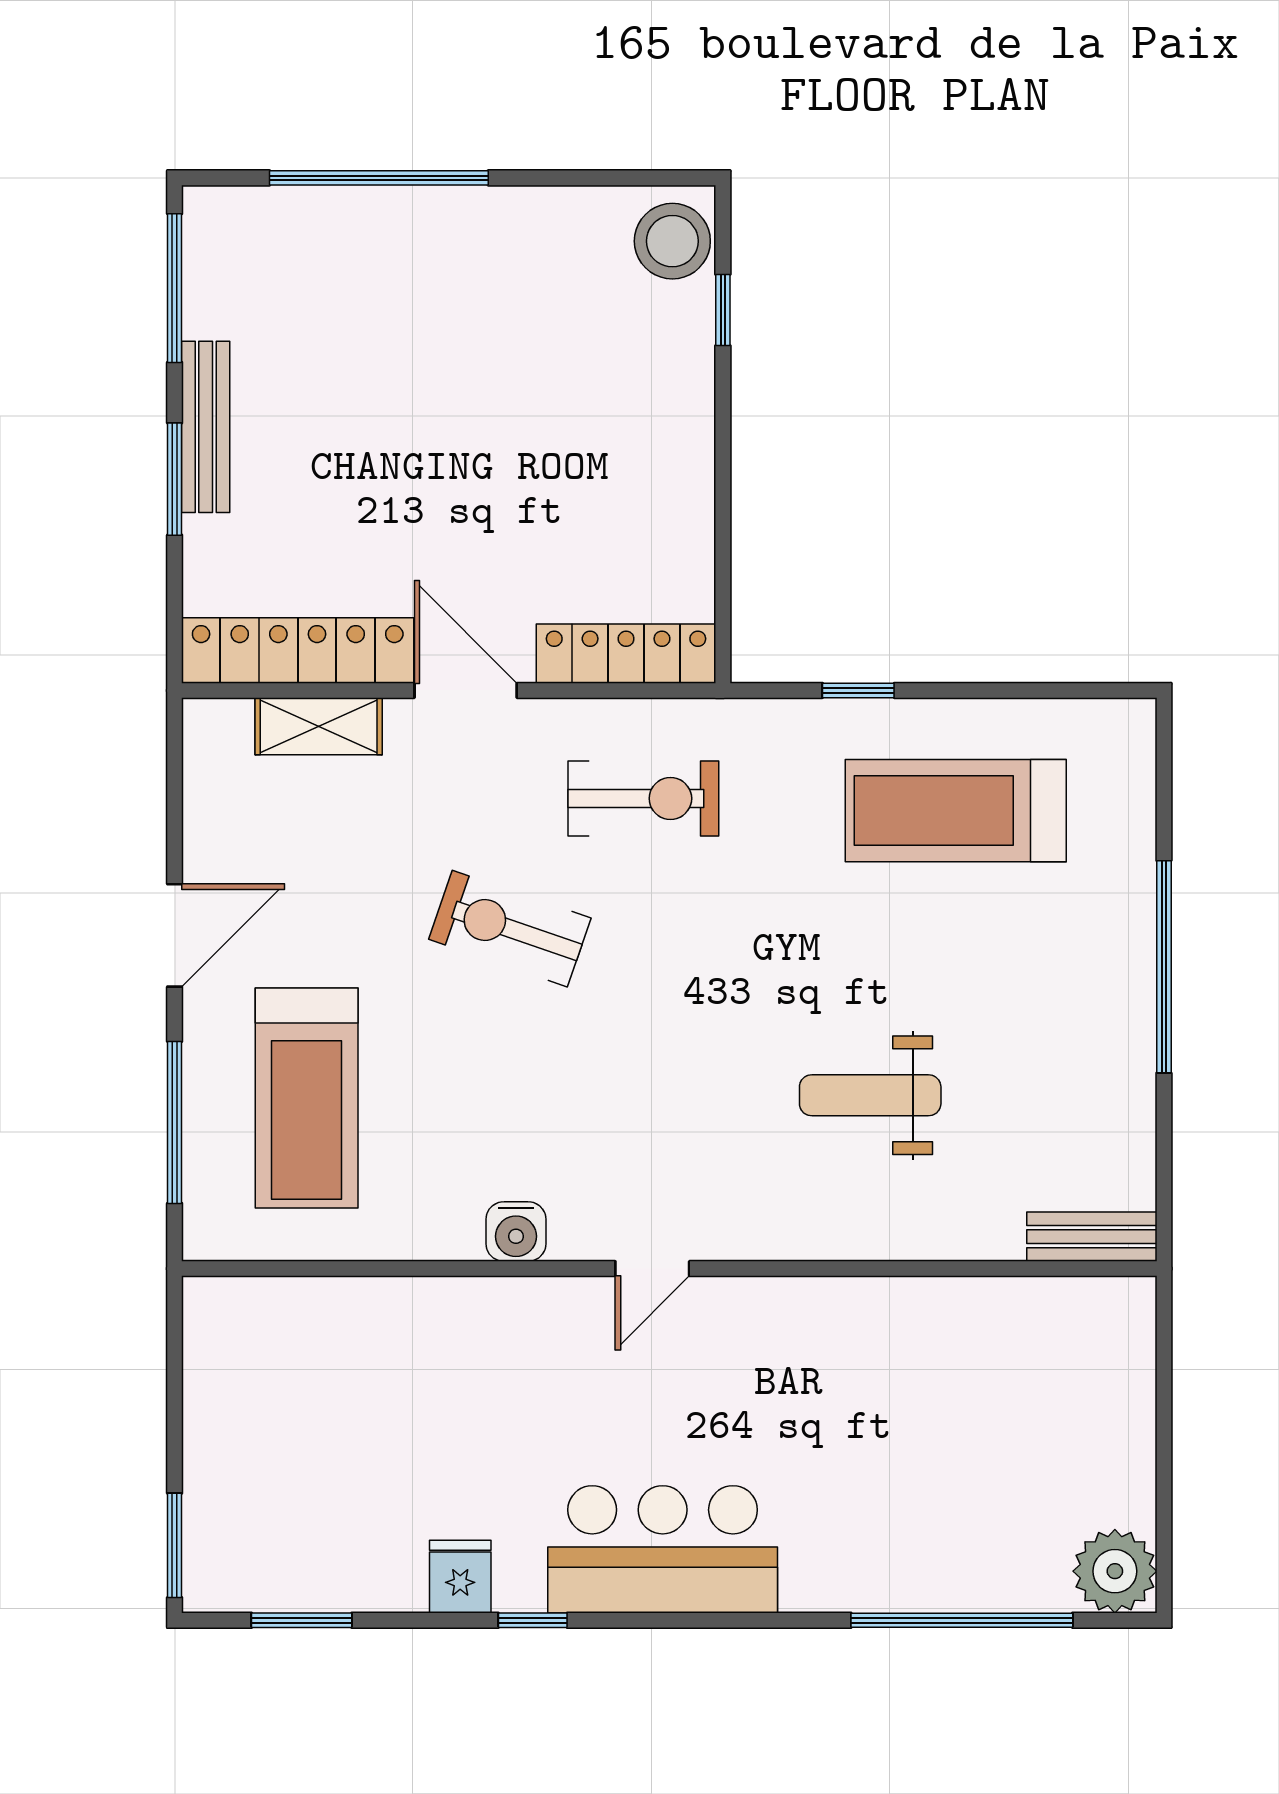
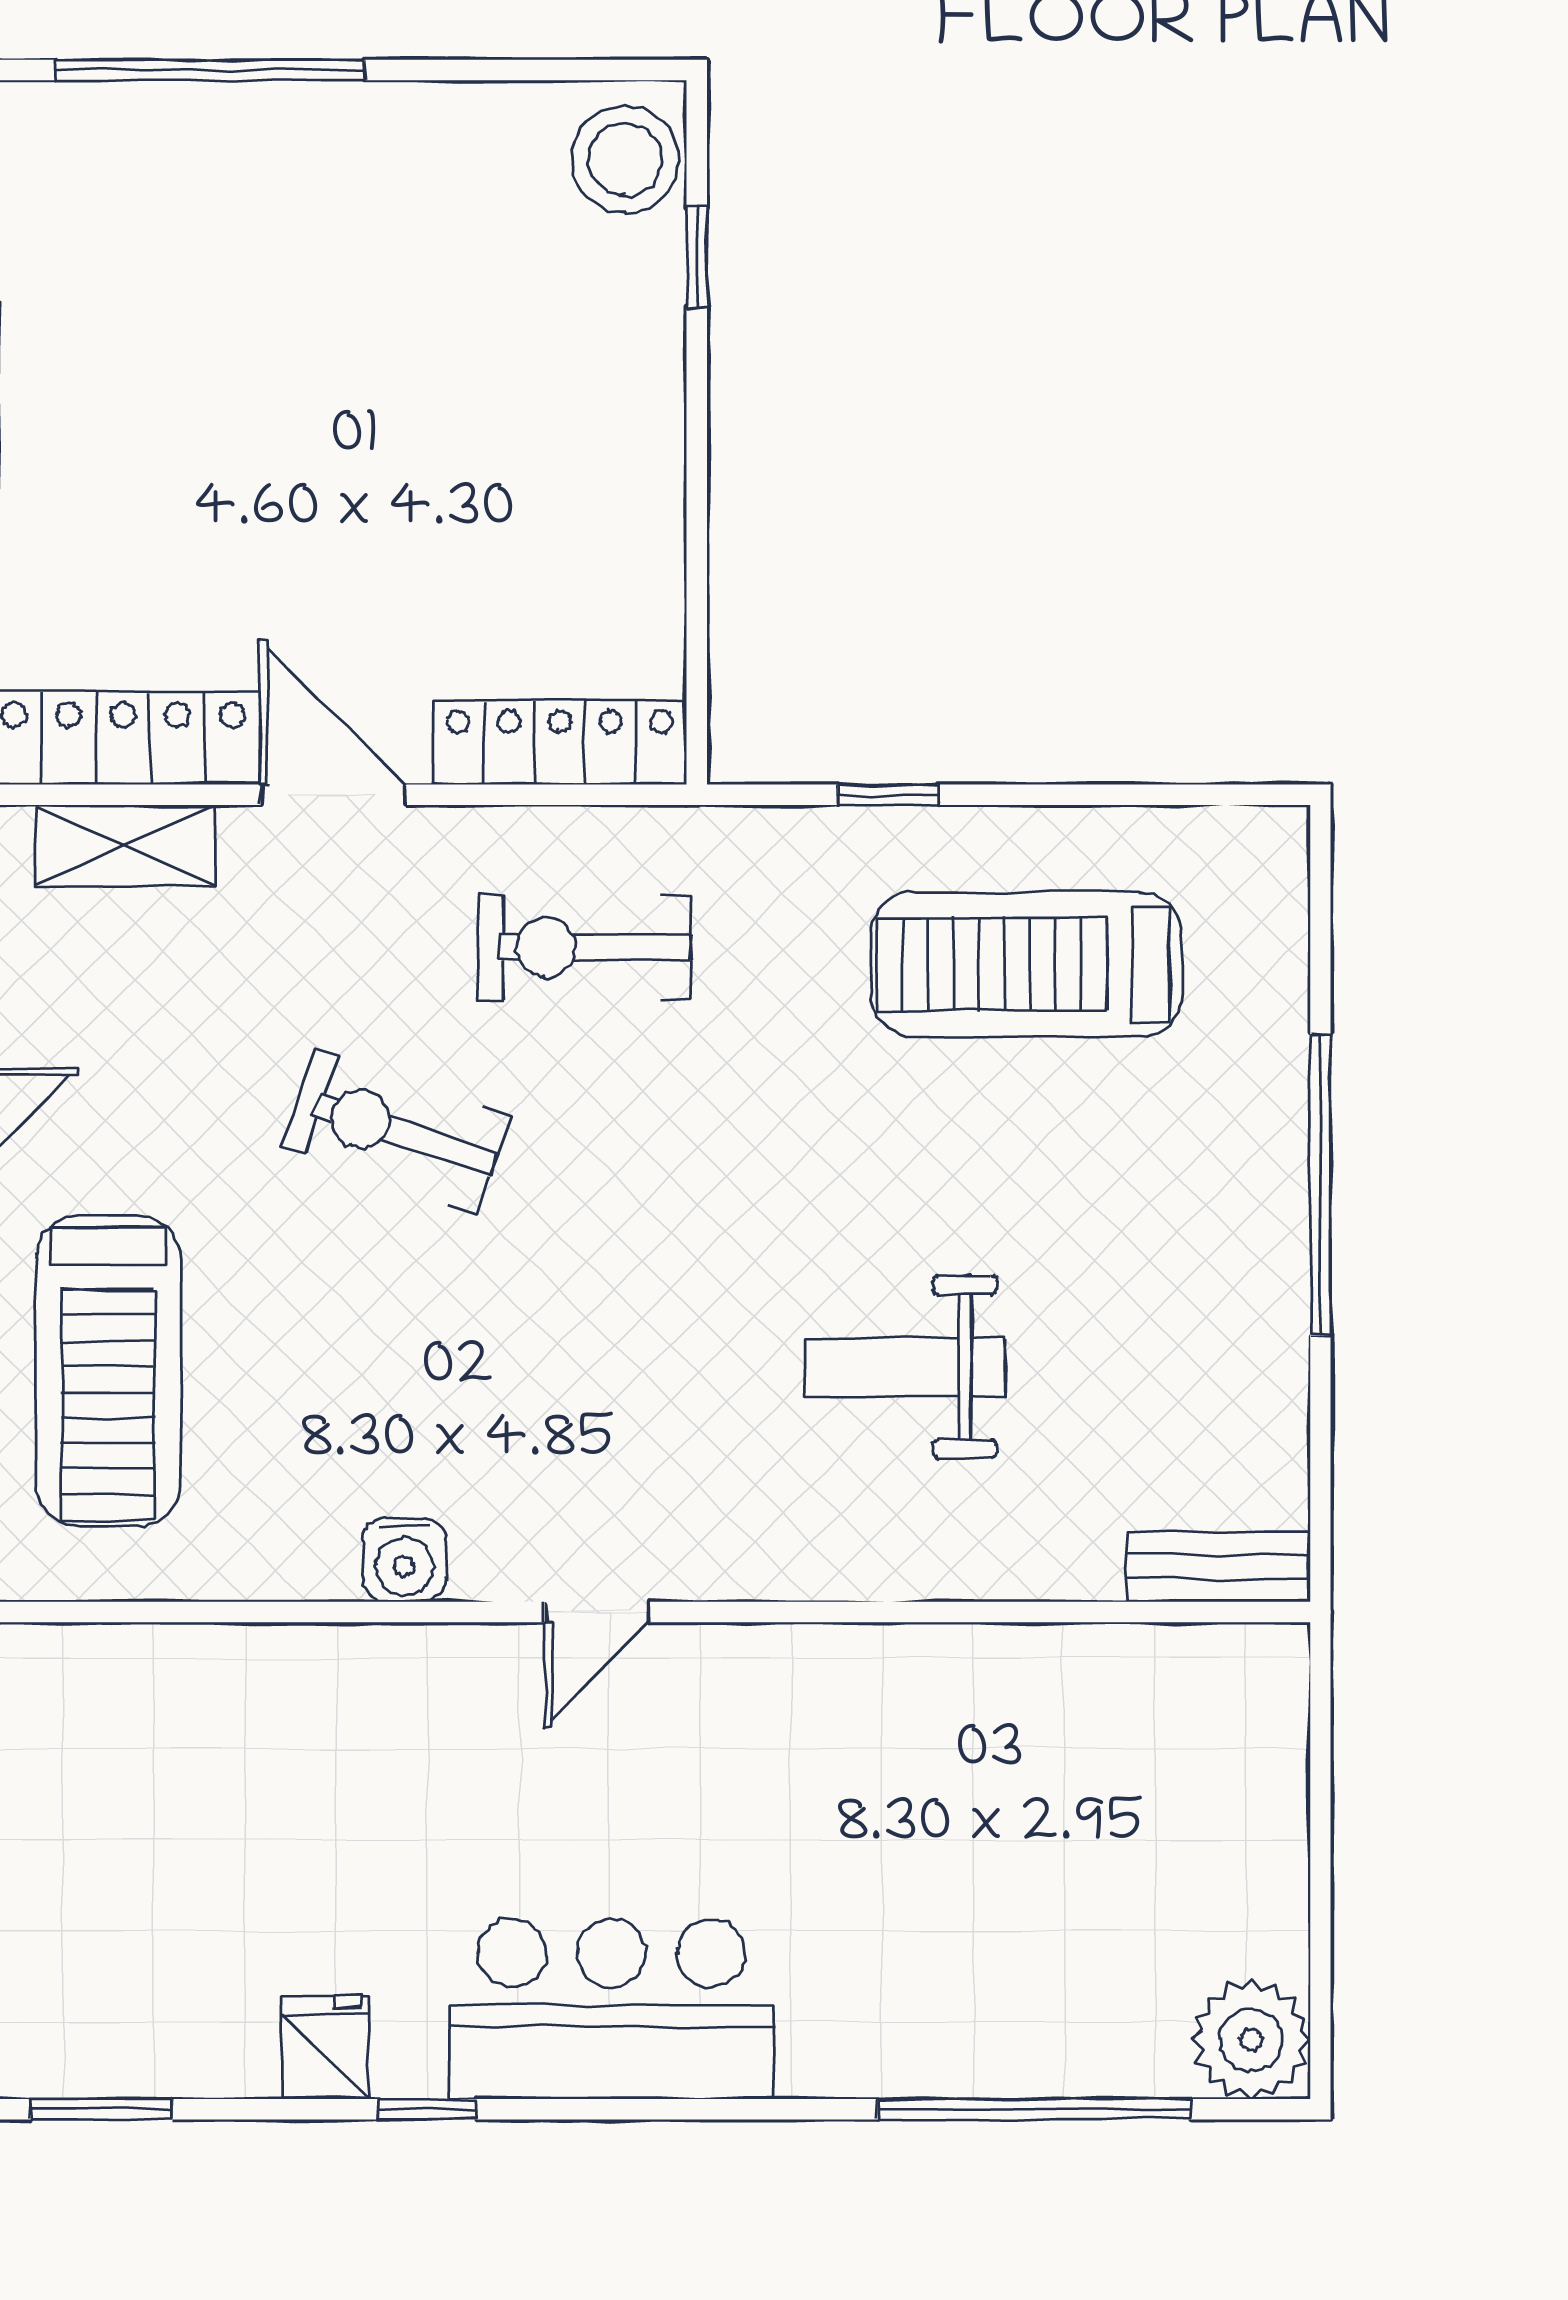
exercise bike: (643, 798) -> (584, 947), turned 180

